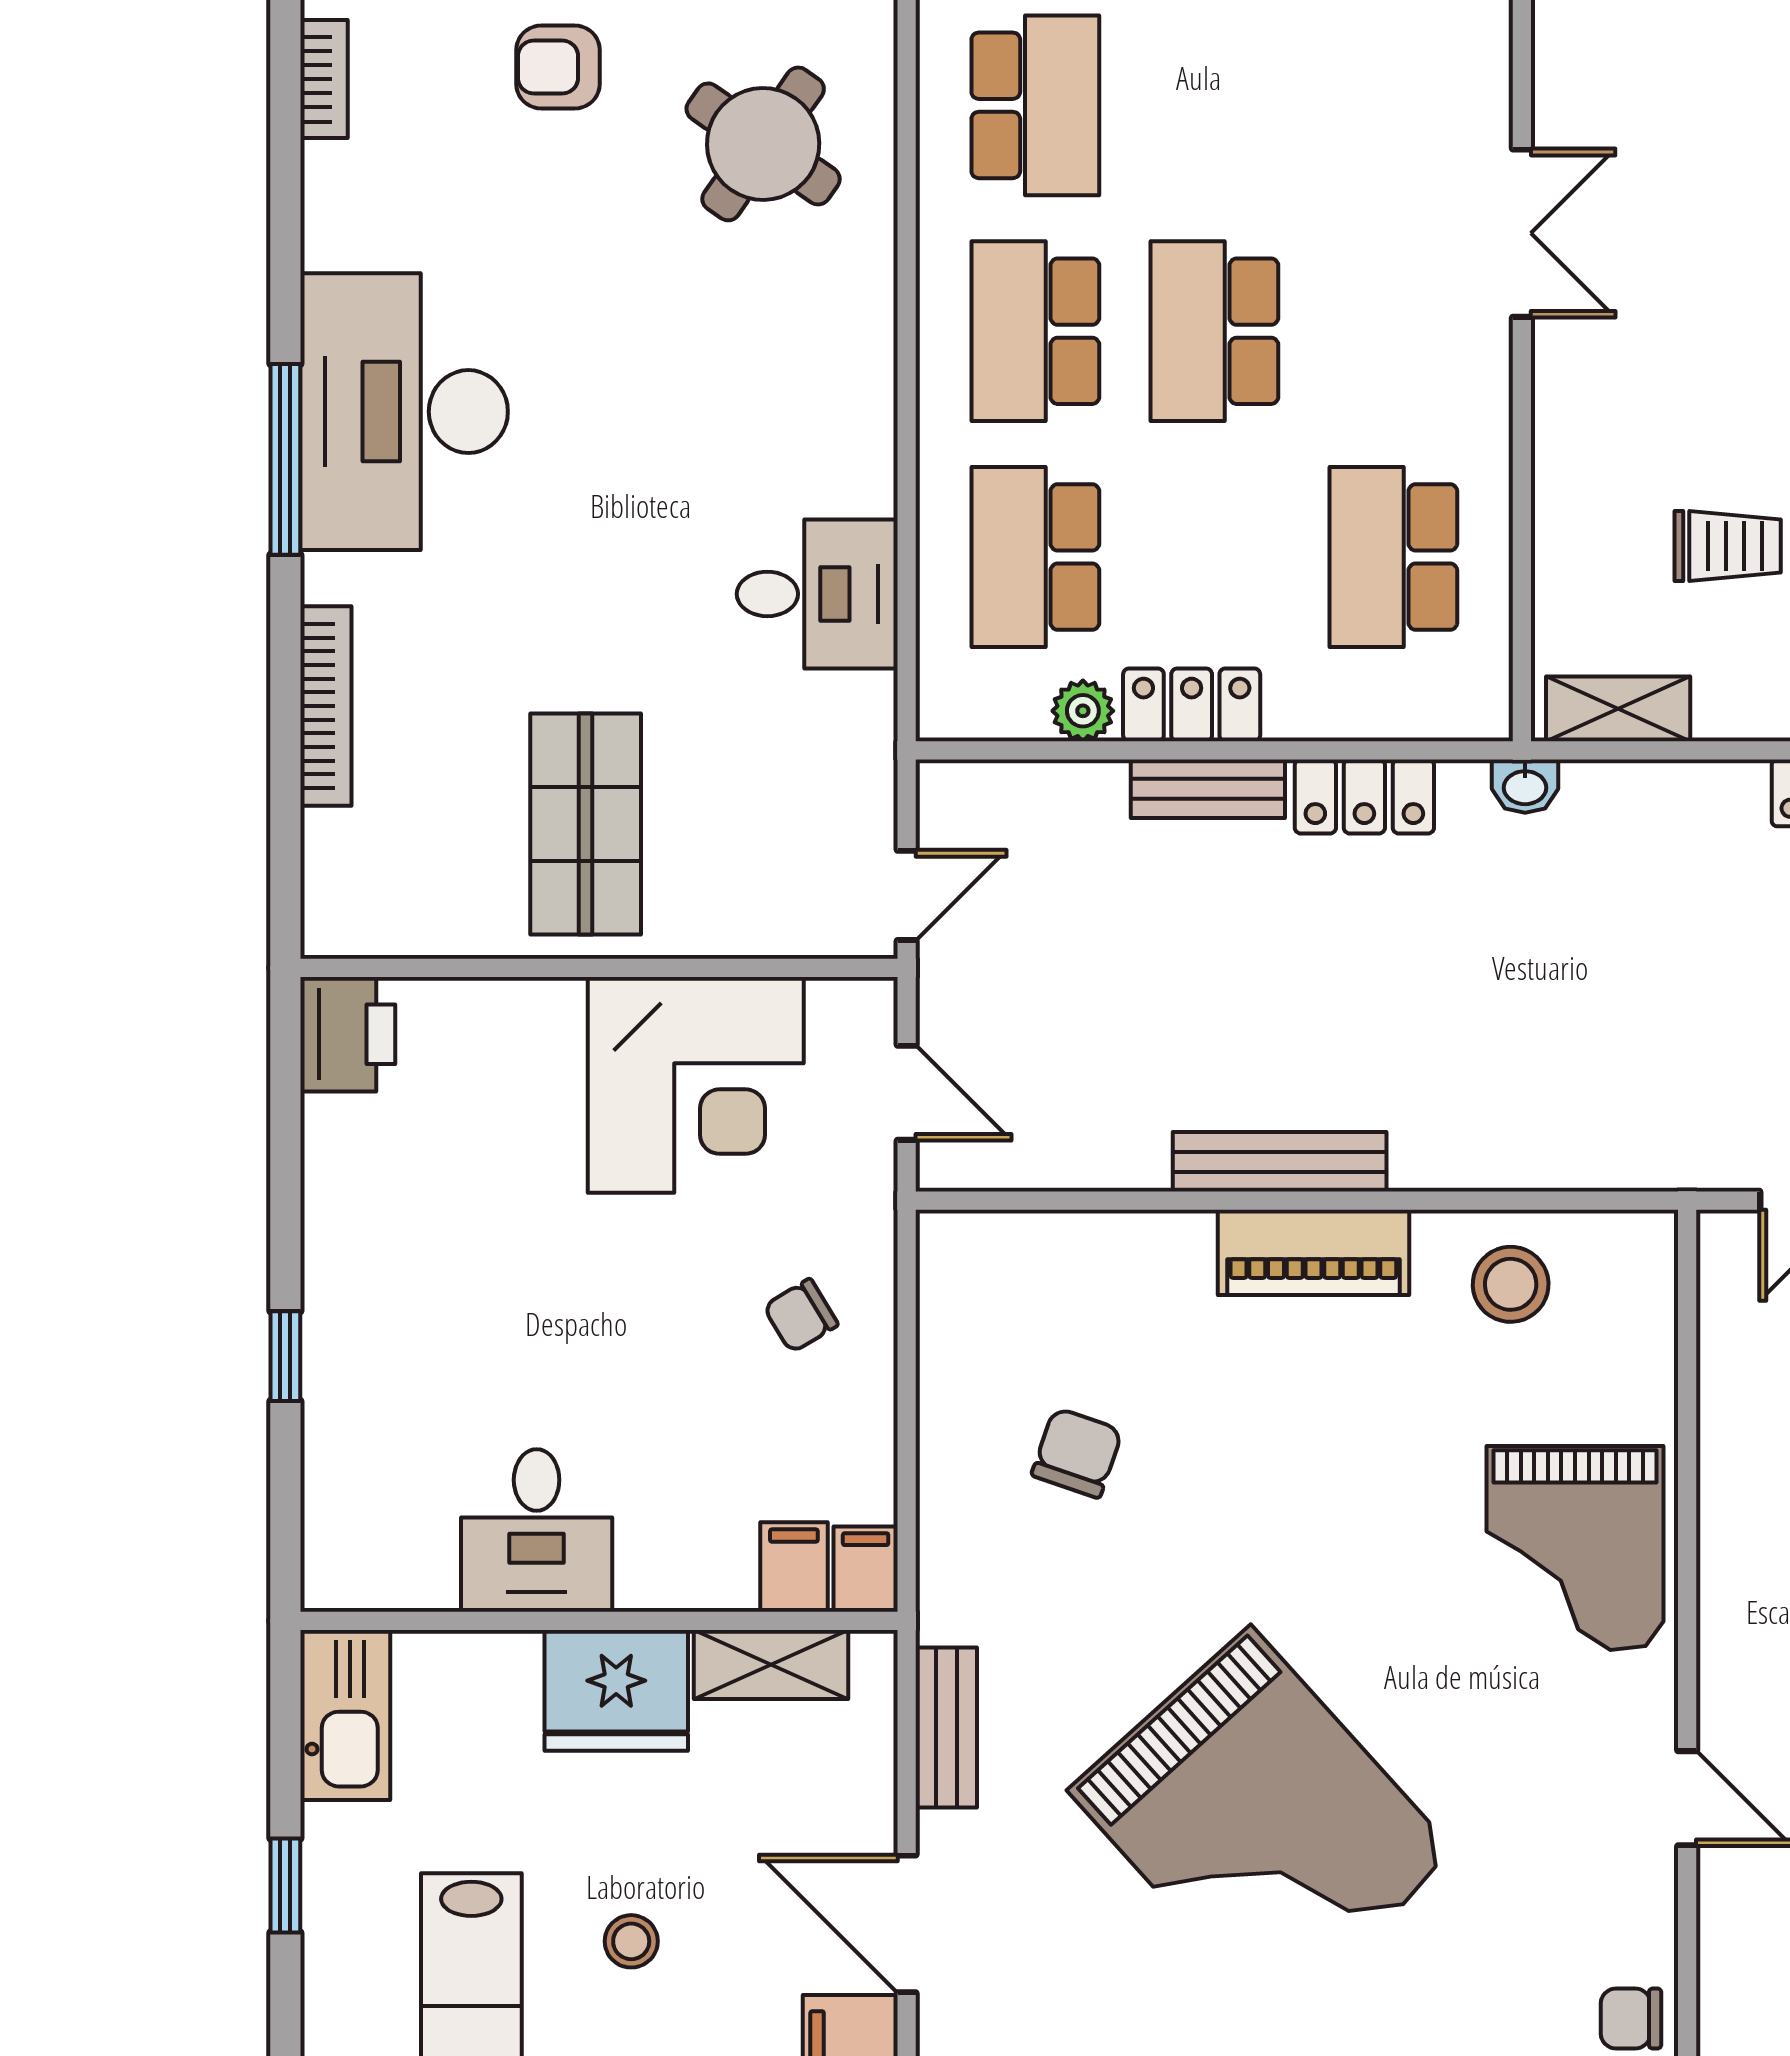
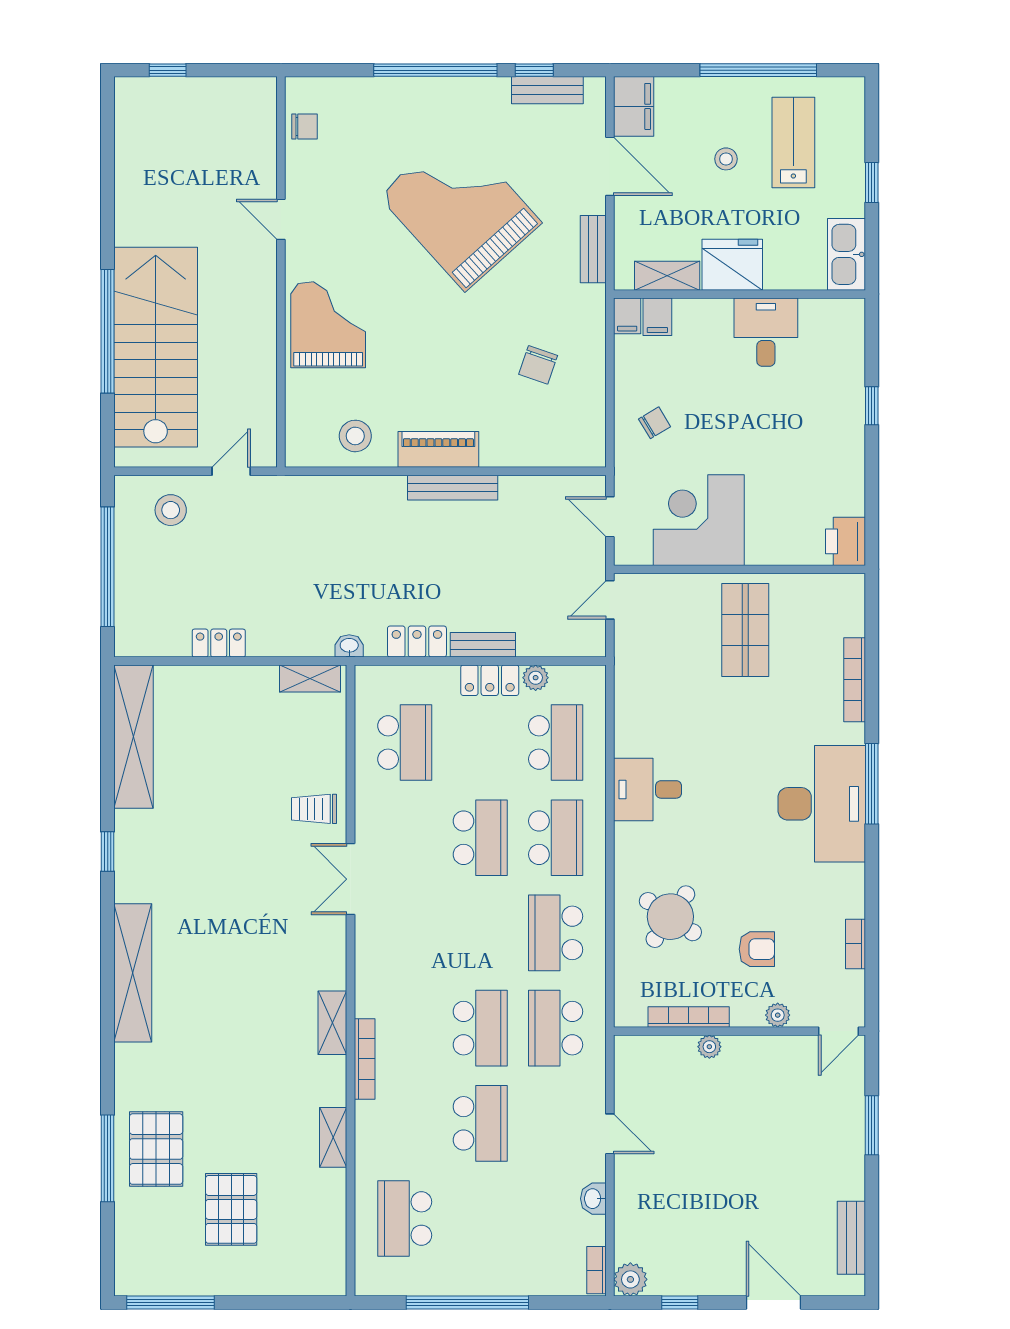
trolley: (1728, 546) -> (314, 809), moved
desk: (817, 594) -> (648, 789), moved

